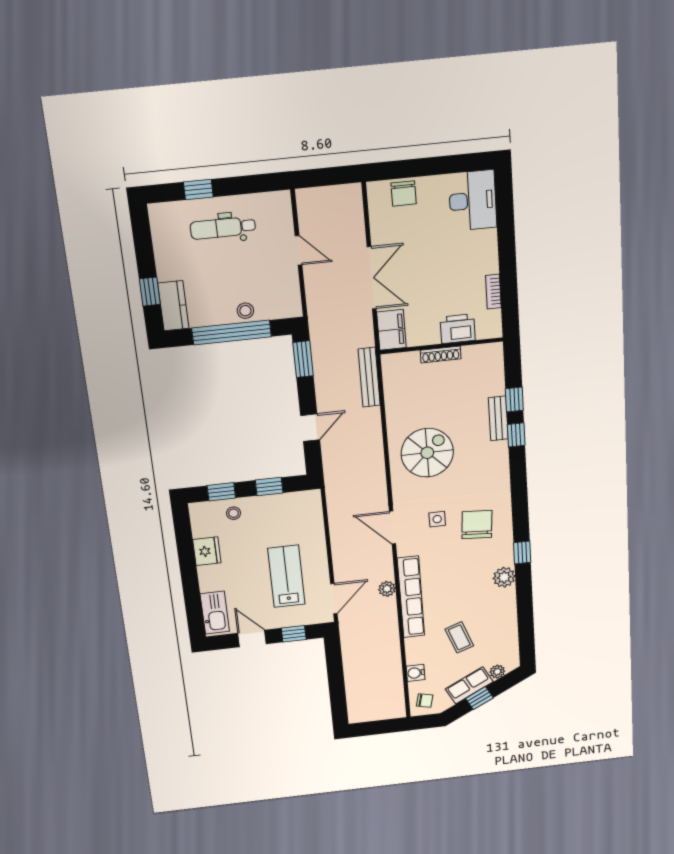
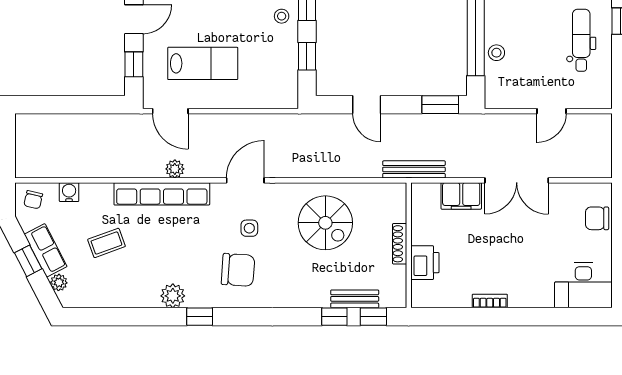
printer: (458, 329) -> (425, 263), moved
wall: (442, 346) -> (409, 245), moved
shoe rack: (441, 355) -> (400, 244), moved

